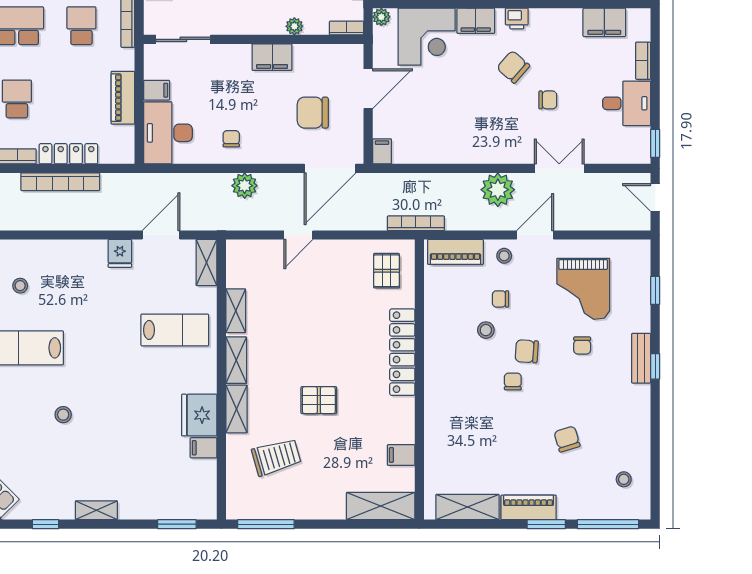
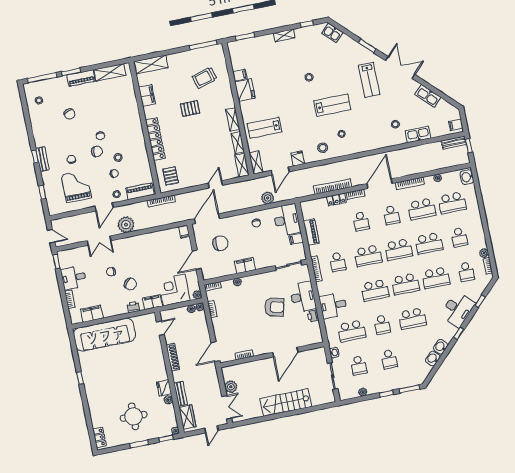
locker: (68, 154) -> (336, 199), width x0.66
plant: (245, 186) -> (268, 198), moved
stool: (65, 265) -> (323, 148), added
shelving: (237, 409) -> (242, 165), moved
filing cabinet: (401, 455) -> (147, 95), width x2.00

